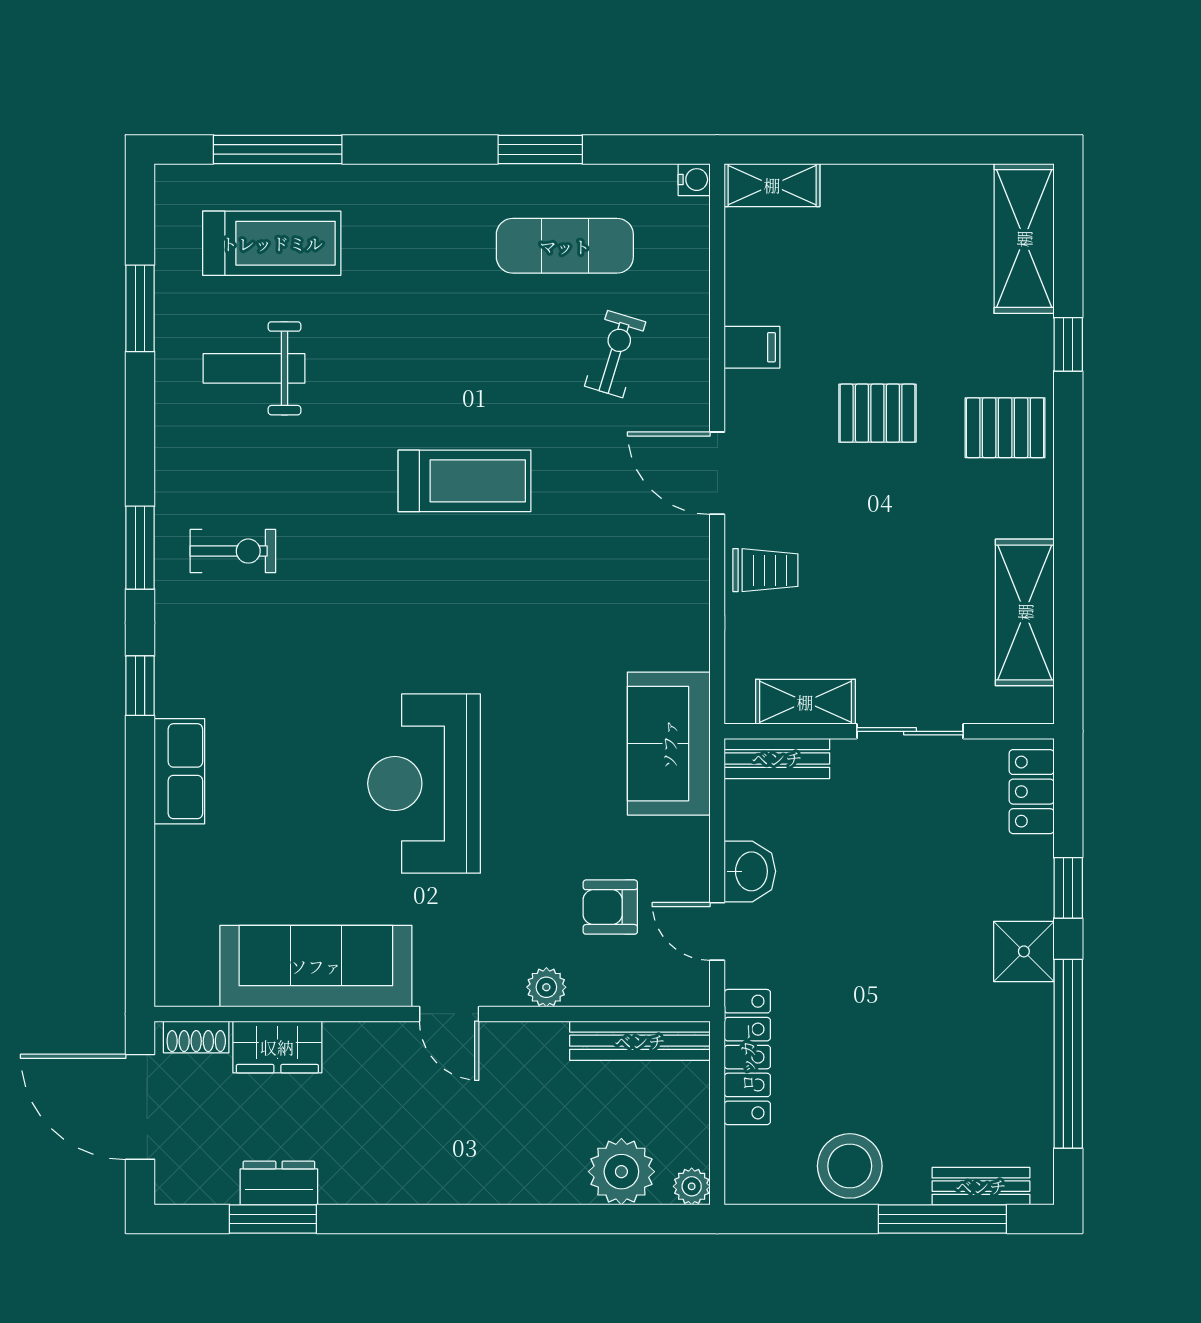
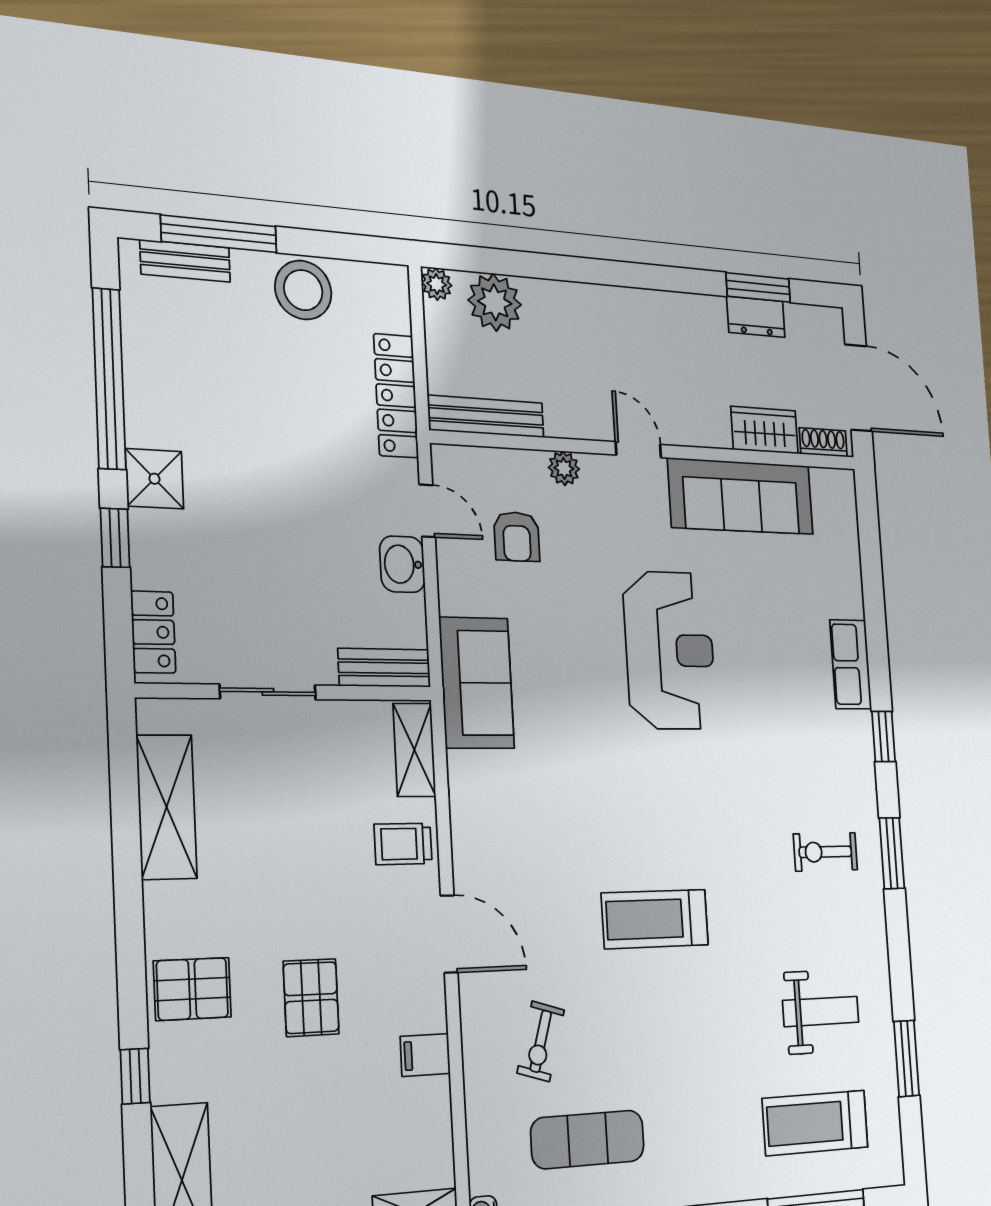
pallet: (877, 413) -> (311, 998), turned 90
shelving: (805, 702) -> (414, 750), moved, turned 90
armchair: (610, 907) -> (517, 537), turned 90

